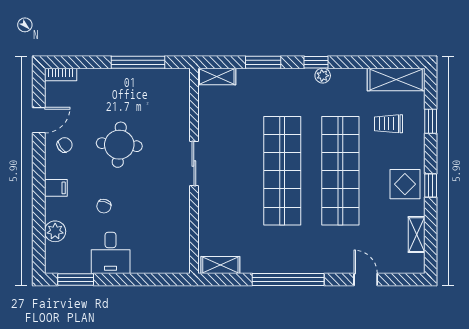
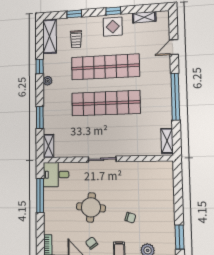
window: (316, 62) -> (40, 66), moved
desk: (111, 253) -> (56, 175), moved, turned 180

